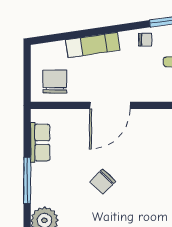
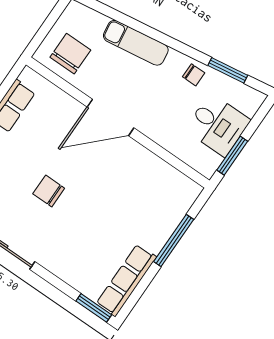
chair: (103, 182) -> (49, 191), turned 46

